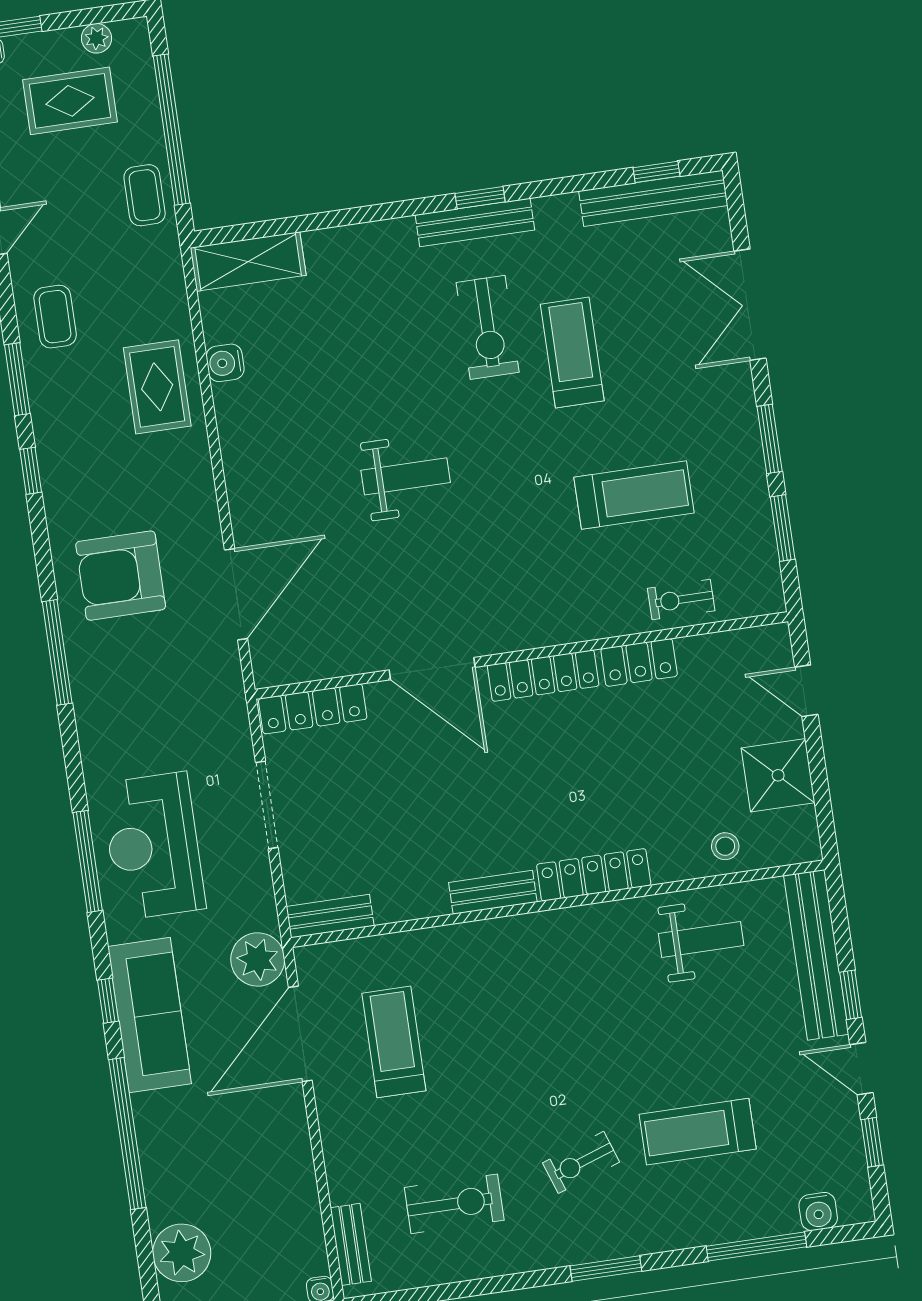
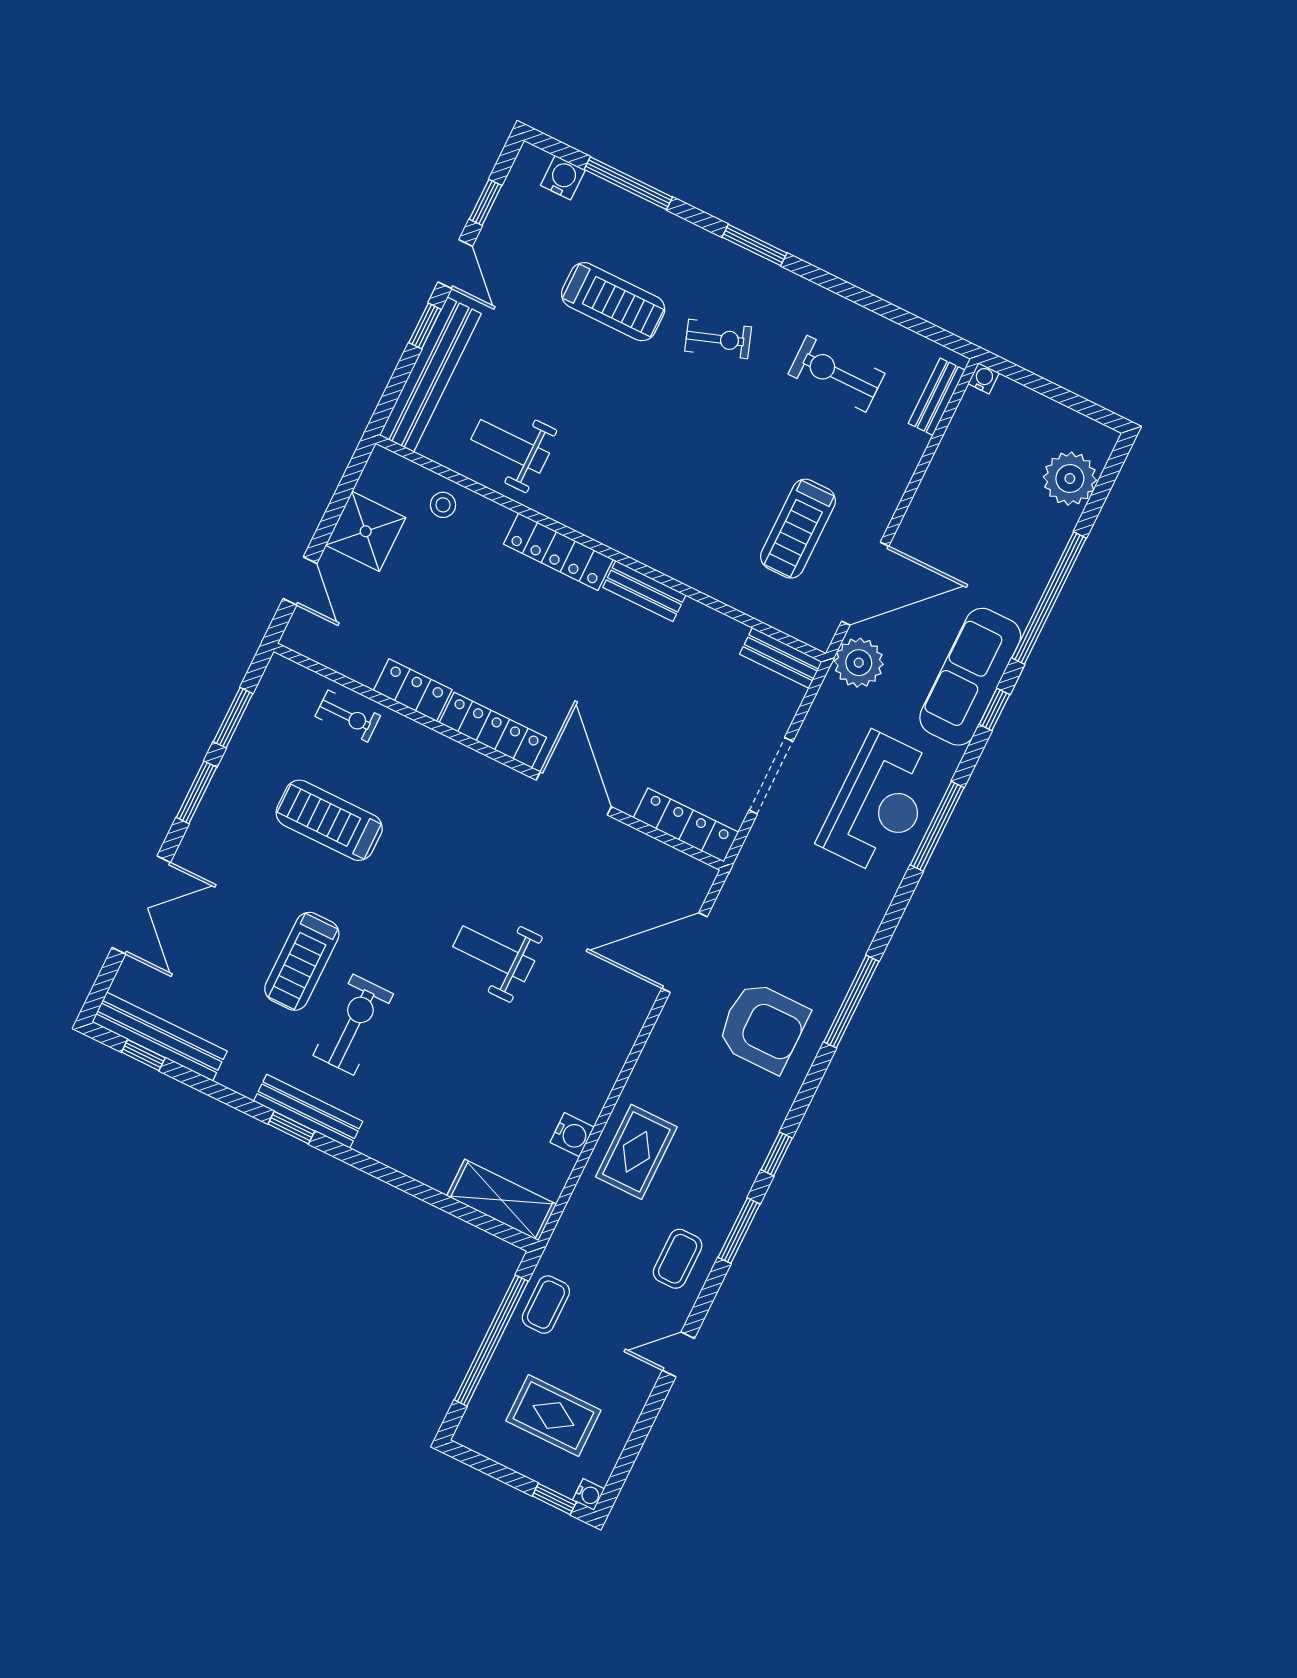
plant: (96, 38) -> (501, 1449), removed

